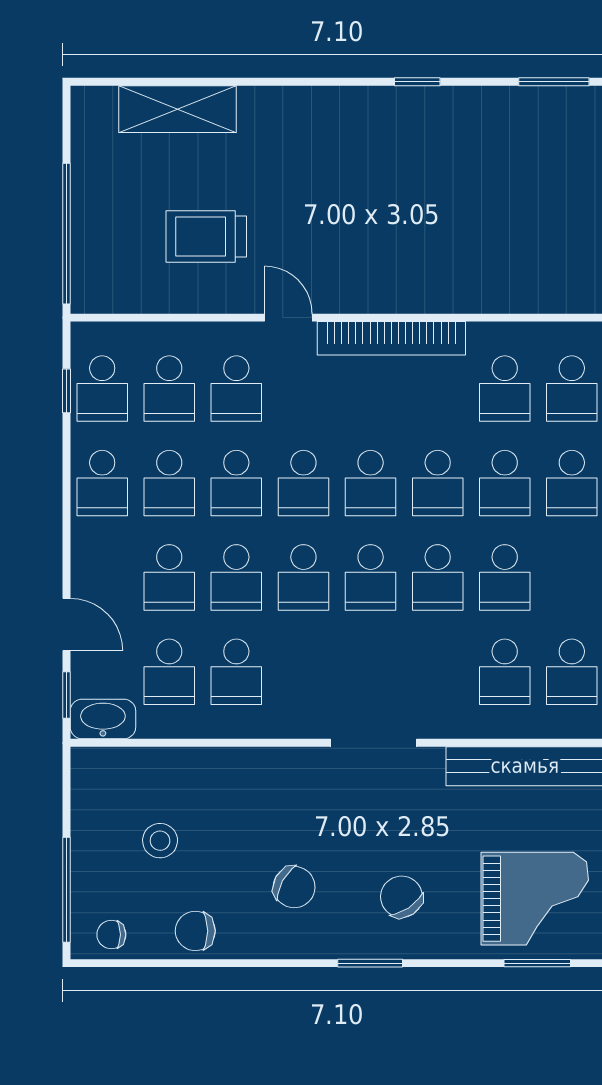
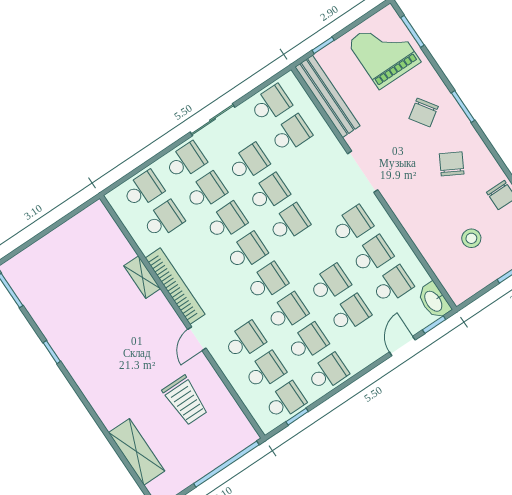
shelving: (439, 297) -> (142, 277), added
school desk: (303, 577) -> (352, 225), moved

